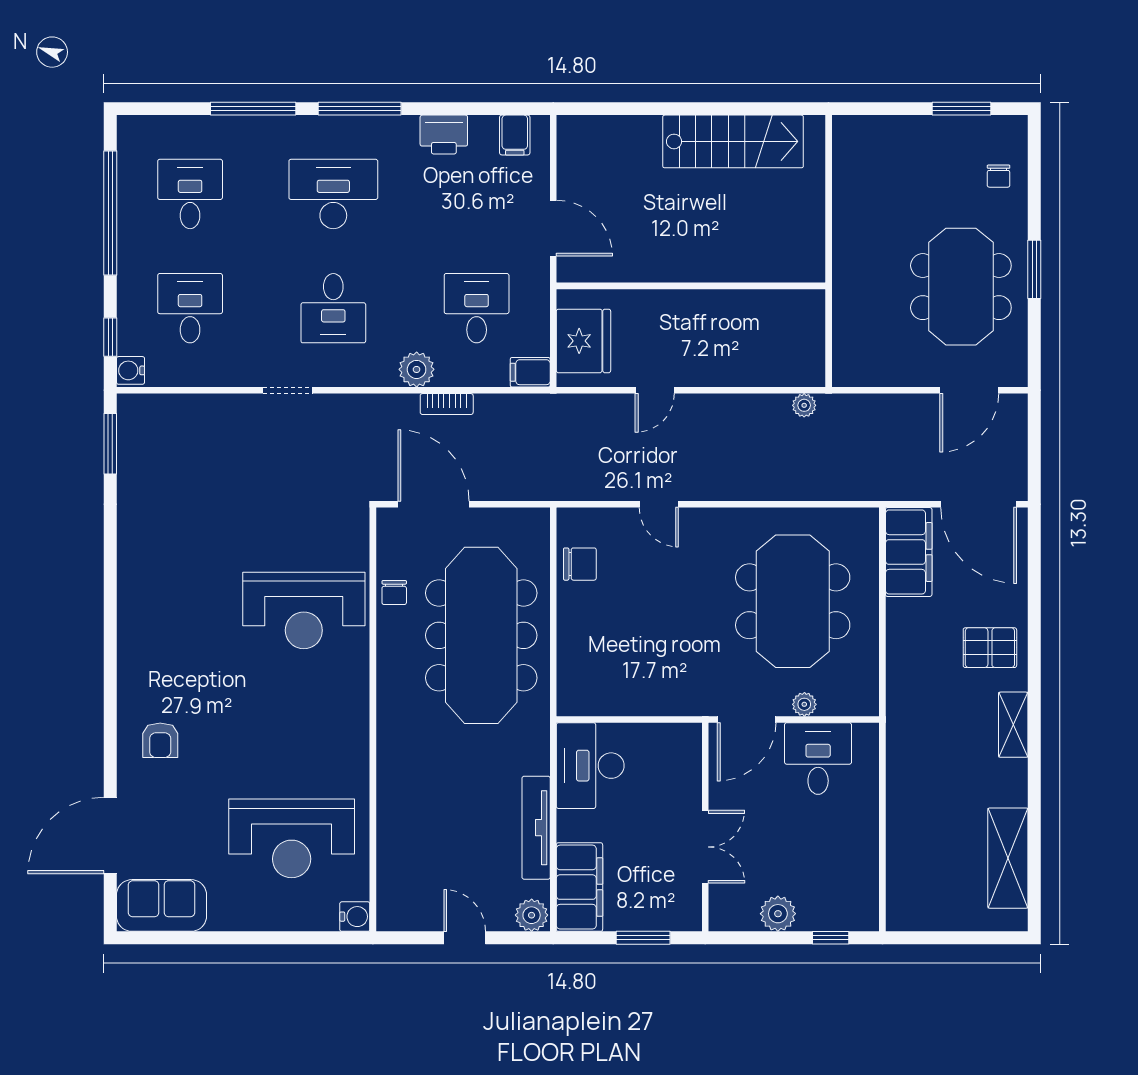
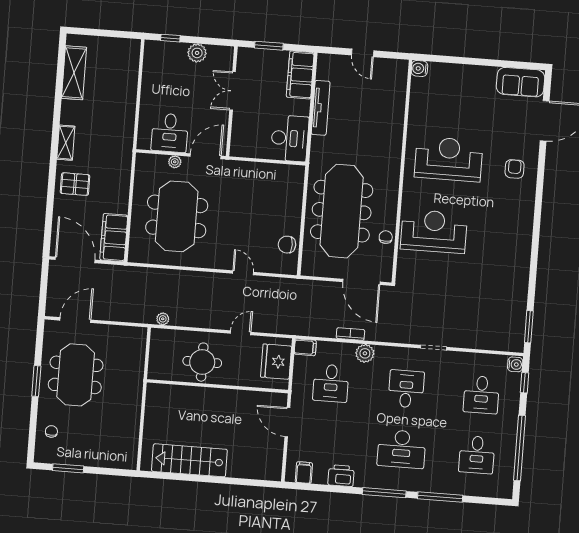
round table: (723, 329) -> (202, 362), added
reception desk: (292, 838) -> (449, 159), moved
plant: (532, 915) -> (327, 62), removed

